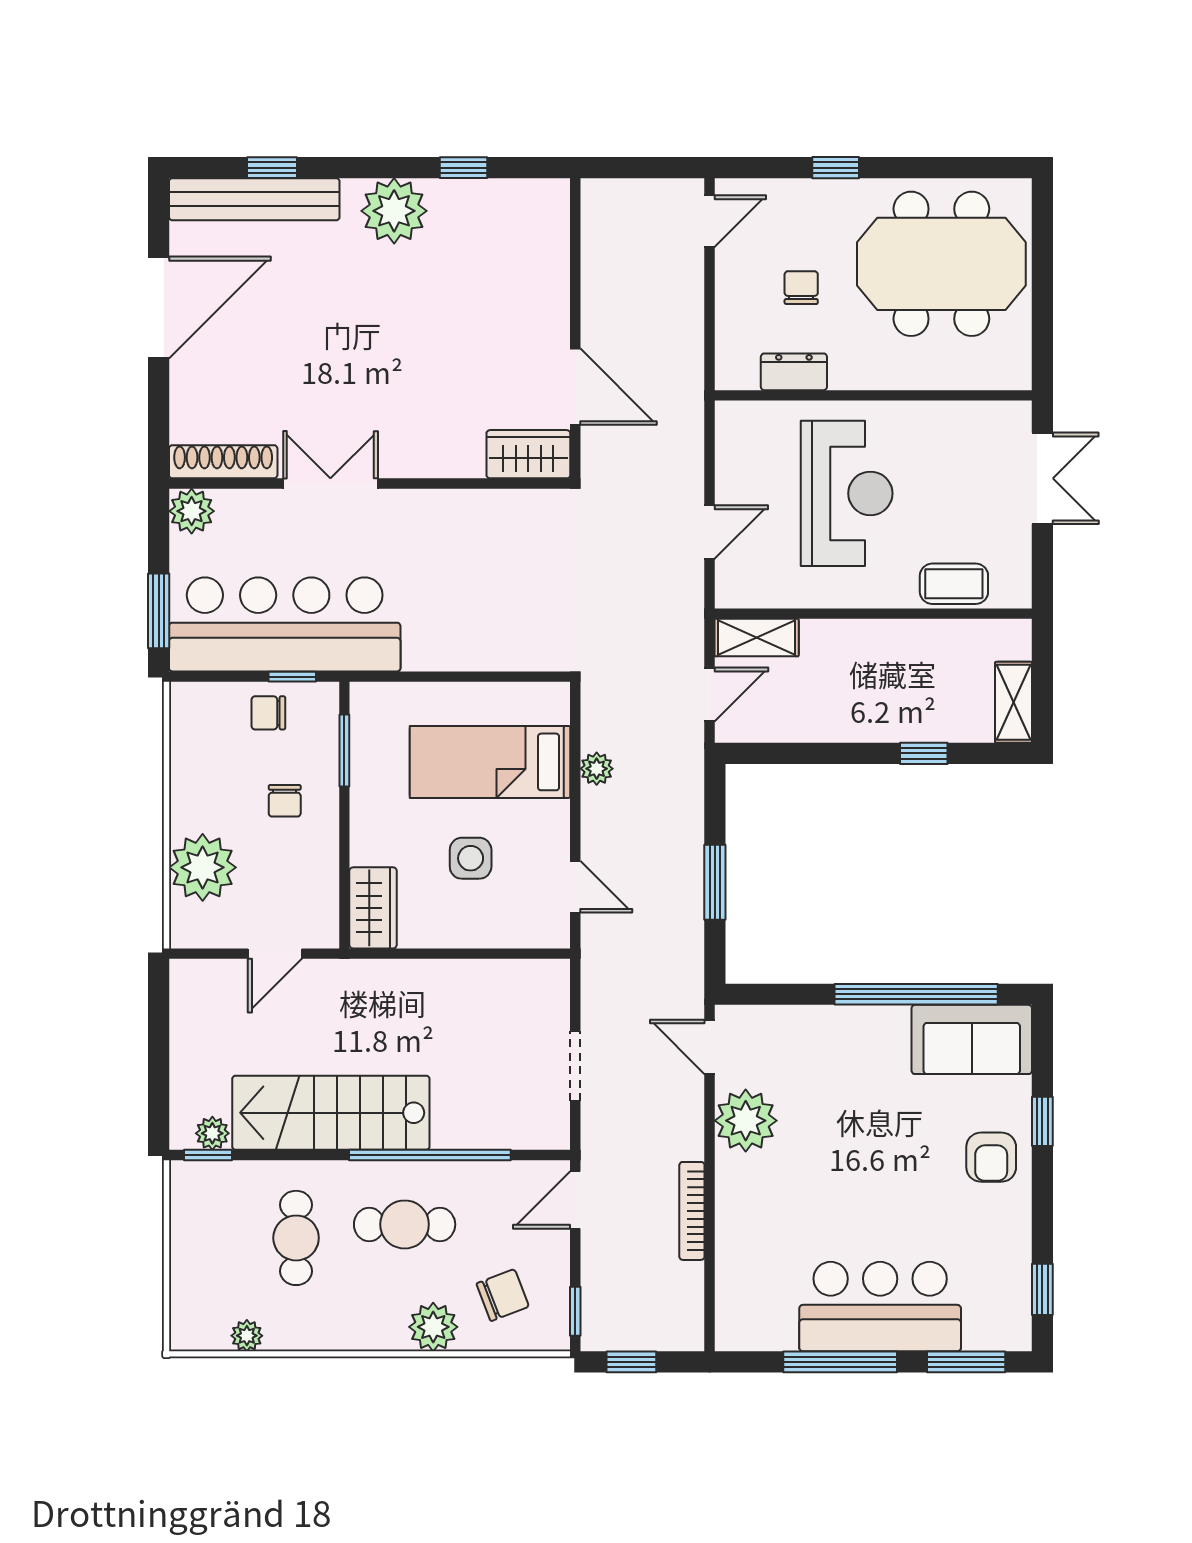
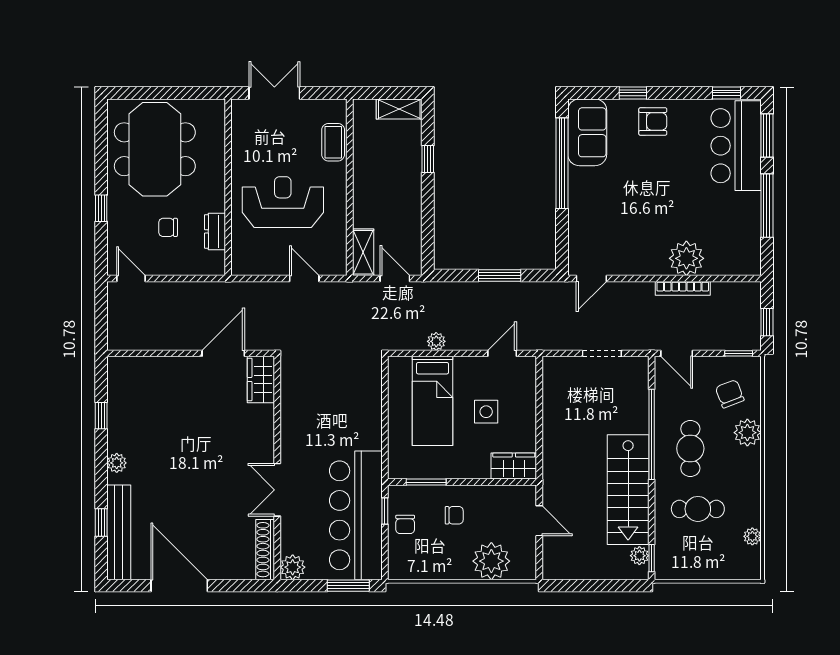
plant: (394, 211) -> (117, 463), width x0.53, depth x0.53
plant: (746, 1121) -> (686, 258), moved
bar counter: (880, 1307) -> (736, 146), moved

